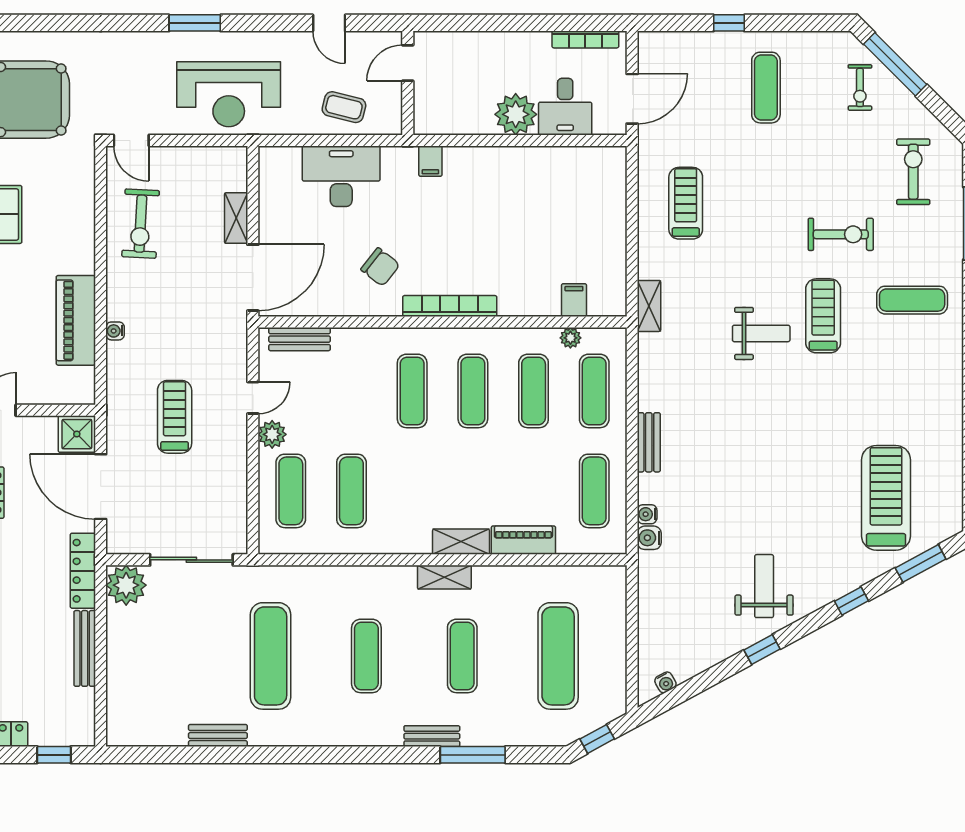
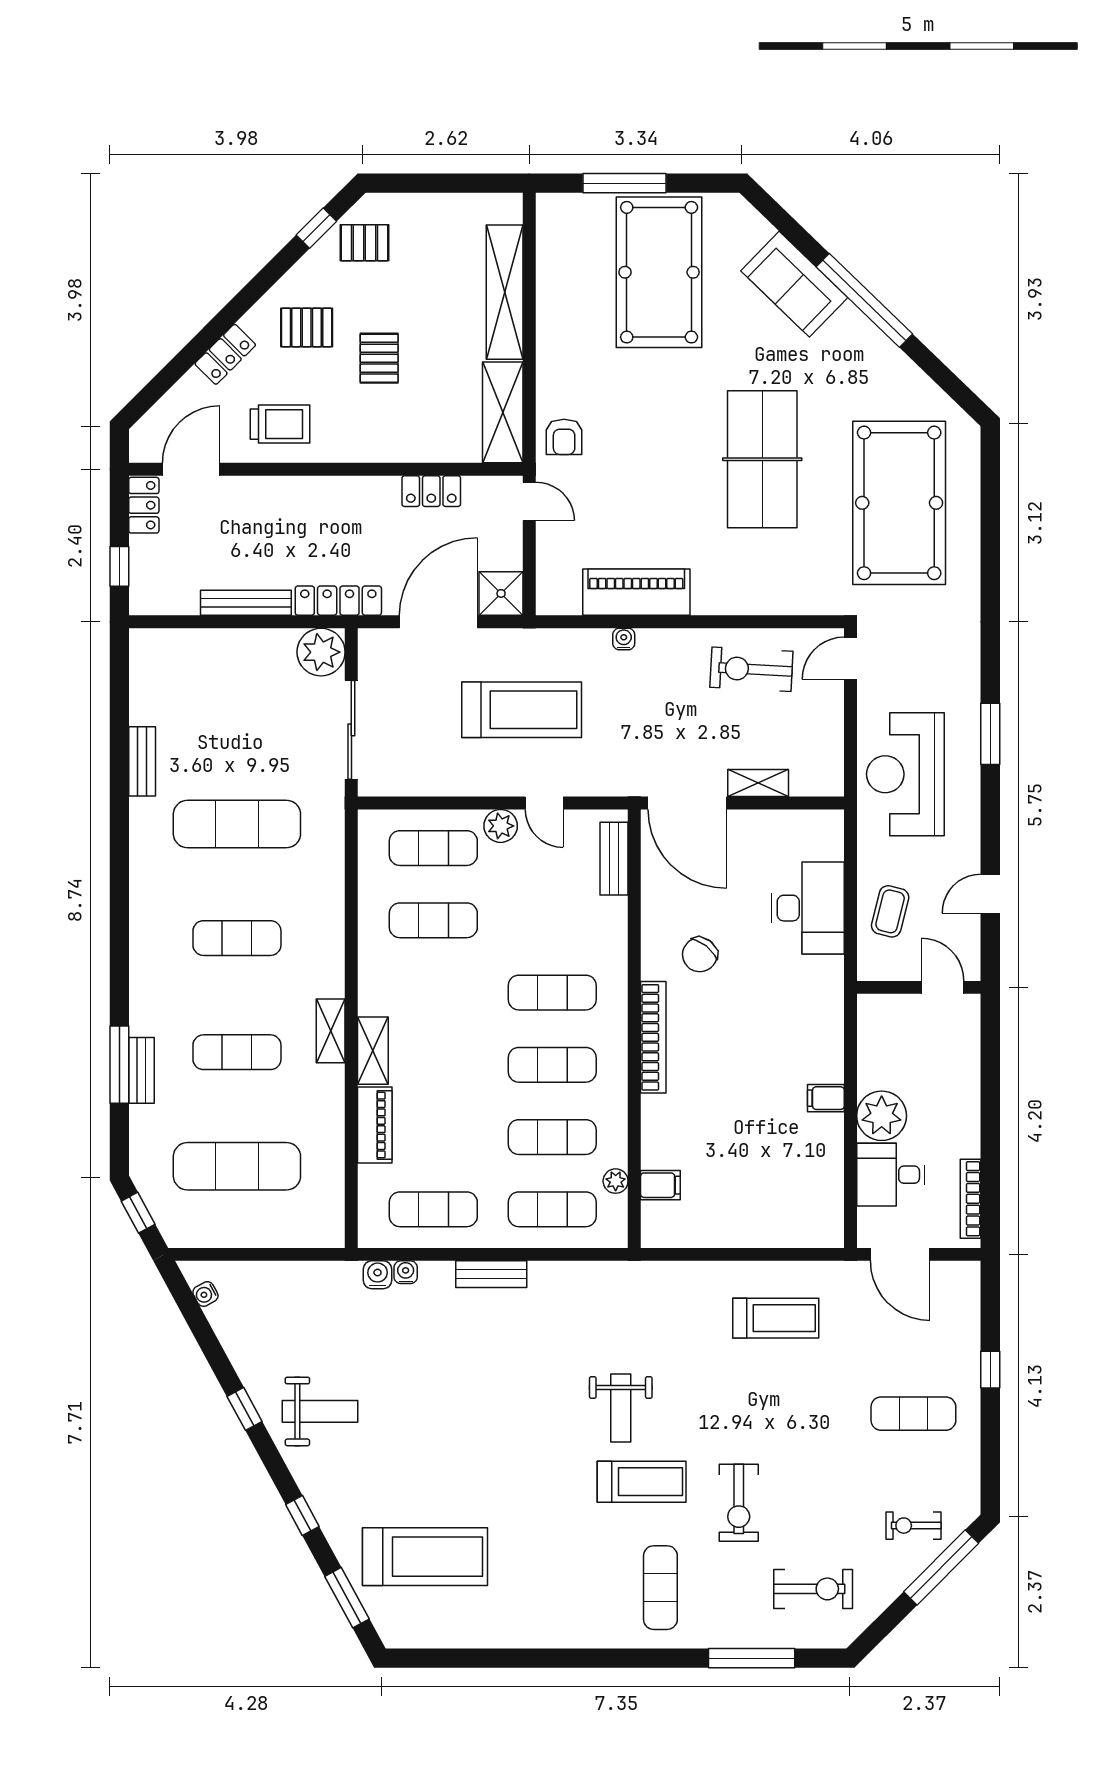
filing cabinet: (430, 161) -> (826, 1098), moved
shelving: (649, 306) -> (654, 1274), removed
treadmill: (175, 417) -> (522, 710), width x1.37, depth x1.38
bench: (432, 736) -> (141, 1070), moved

